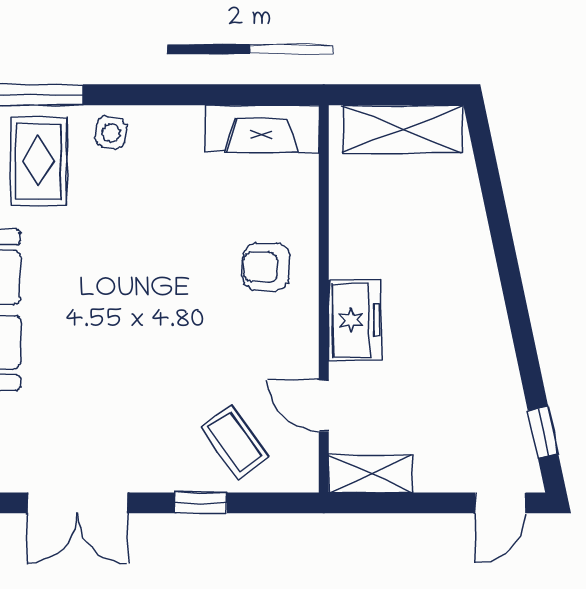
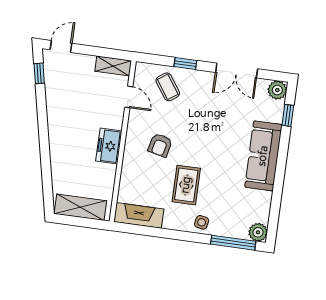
rug: (38, 162) -> (186, 185), moved
armchair: (266, 267) -> (160, 145), moved, turned 103
freezer: (355, 320) -> (109, 146), moved
double door: (77, 503) -> (237, 71), swing flipped

